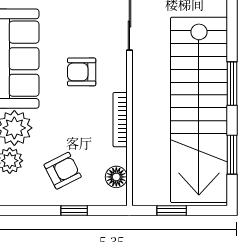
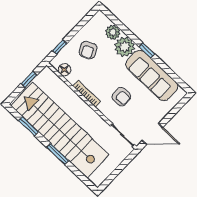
armchair: (82, 72) -> (121, 97), turned 90
window: (74, 211) -> (60, 47), moved

